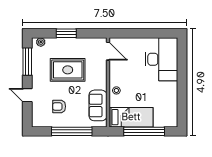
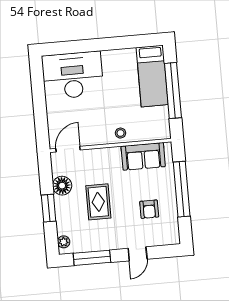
floor lamp: (82, 45) -> (62, 186), added
rug: (68, 70) -> (98, 202), width x0.73, depth x0.70
bed: (131, 117) -> (152, 76), moved, turned 180

